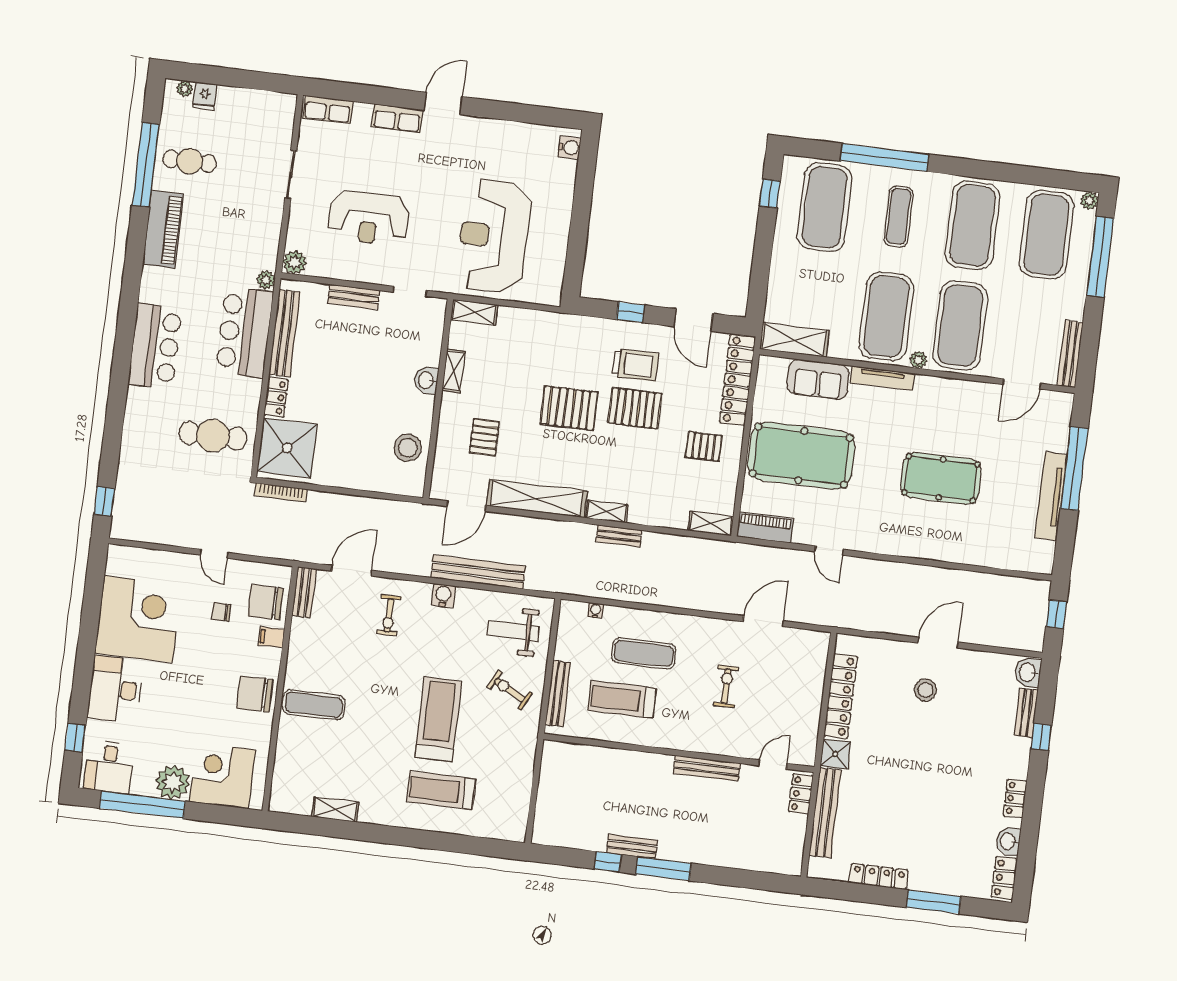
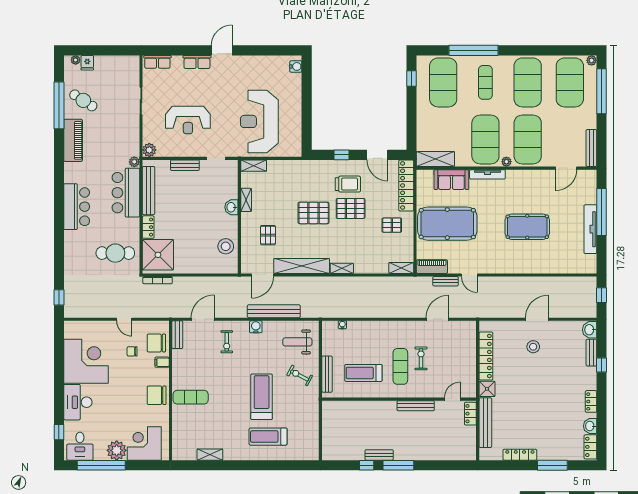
cafe table: (190, 161) -> (83, 100), turned 33
bench: (619, 536) -> (446, 281), moved
exercise mat: (644, 653) -> (400, 366), moved, turned 90

